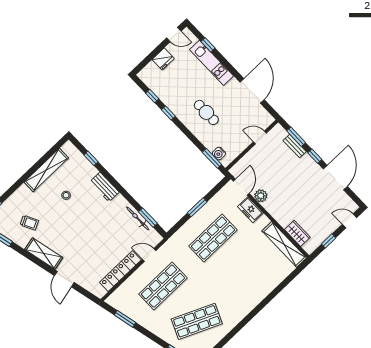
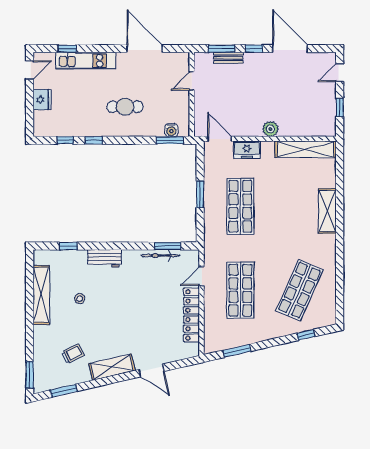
plant: (261, 196) -> (270, 129), moved
wardrobe: (297, 233) -> (307, 128), removed
shelving: (260, 293) -> (327, 211), added

